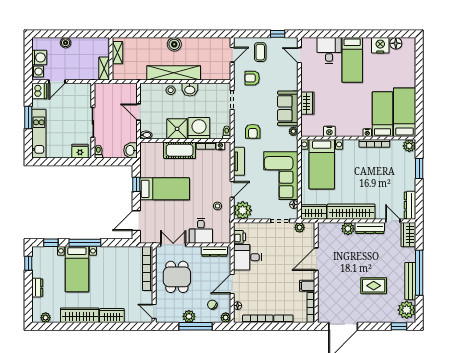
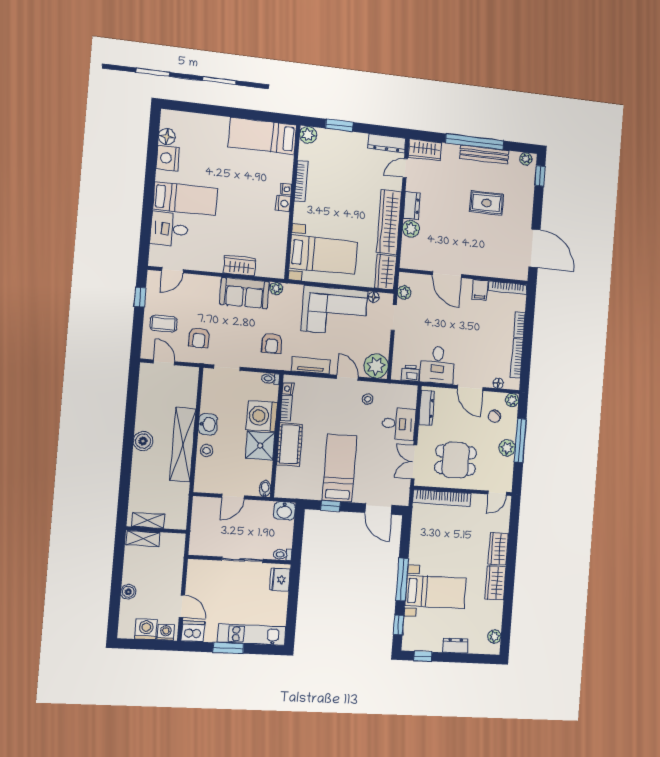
shelving: (104, 69) -> (143, 539), moved
bed: (382, 114) -> (263, 166), removed
armchair: (253, 131) -> (272, 343), turned 90
nightstand: (329, 131) -> (283, 203), moved
dresser: (370, 228) -> (412, 206), width x0.70
rug: (374, 286) -> (486, 203), turned 90
plant: (407, 310) -> (526, 159), width x0.53, depth x0.53
wardrobe: (80, 315) -> (495, 583), width x0.67

